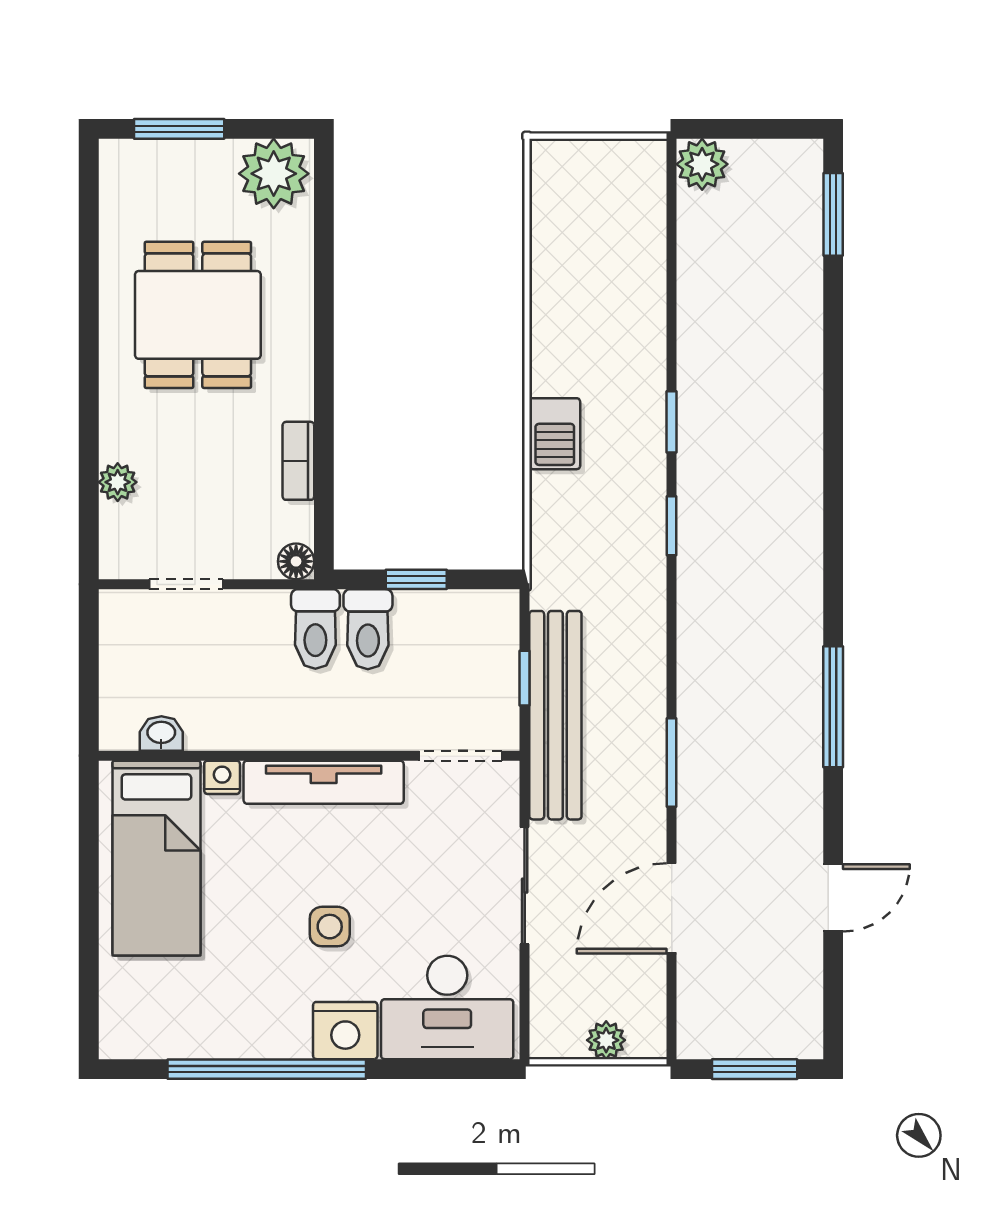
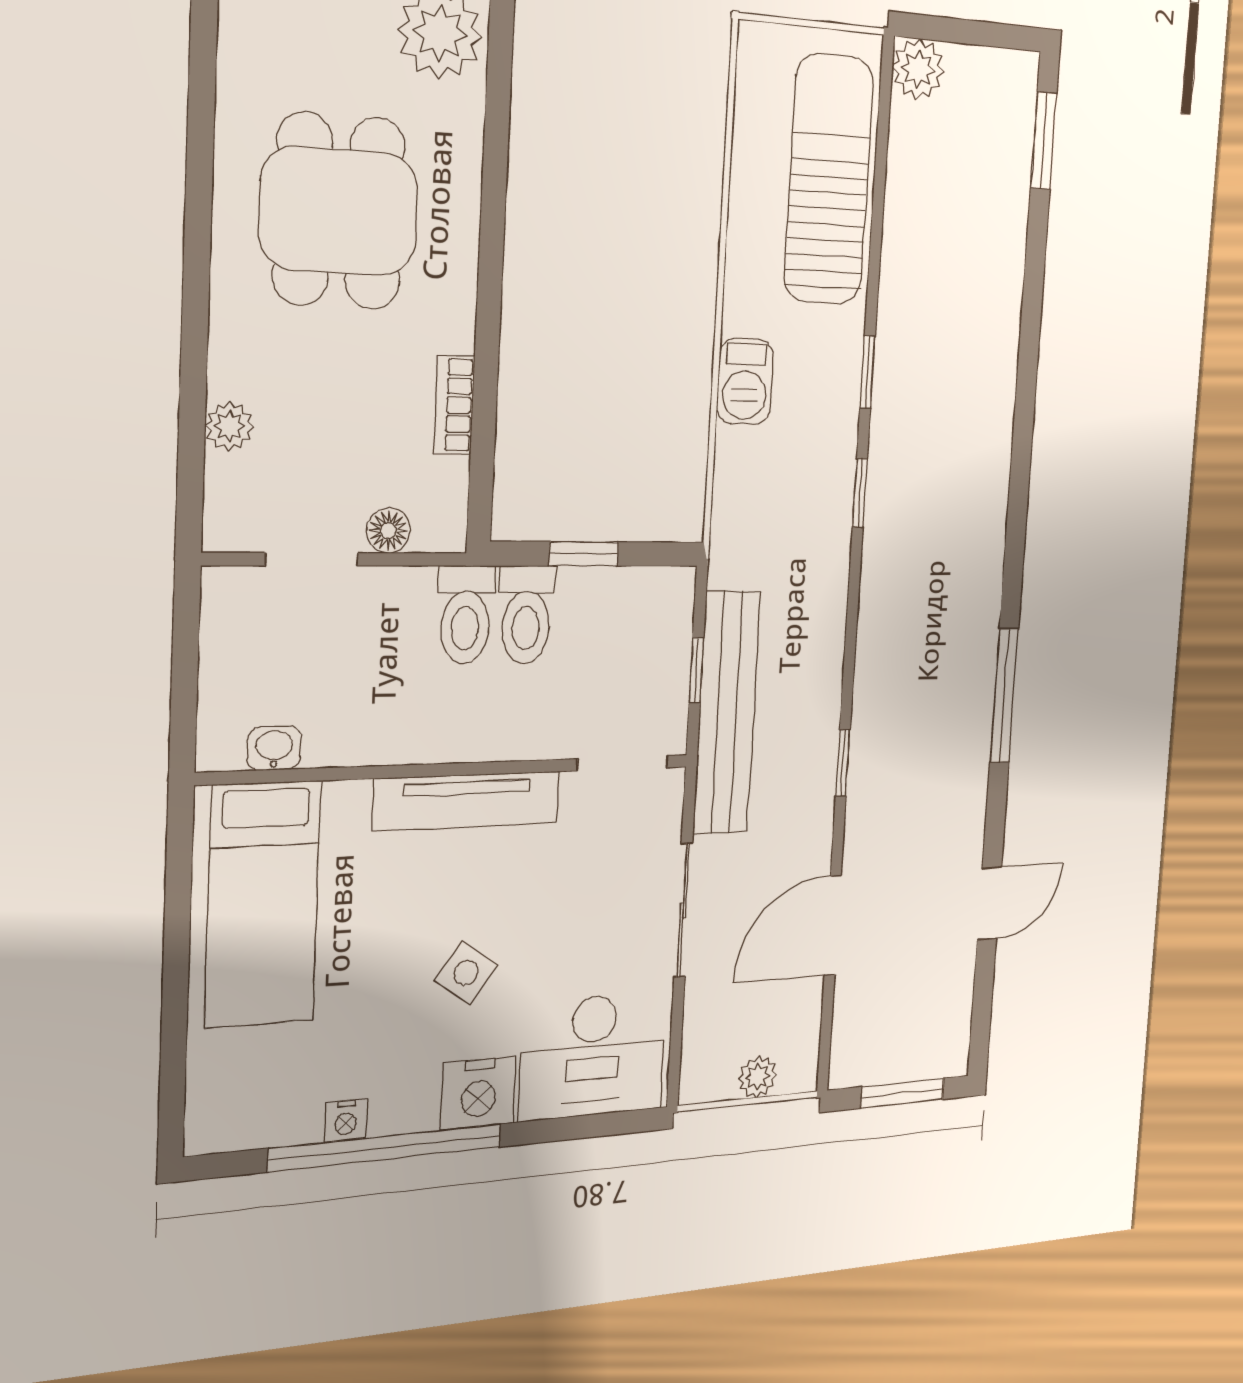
sun lounger: (623, 262) -> (829, 180), added
floor lamp: (296, 561) -> (388, 531), moved
window: (672, 763) -> (843, 763), width x0.67
nightstand: (222, 777) -> (346, 1120), moved, turned 180
side table: (330, 927) -> (466, 973), turned 36

